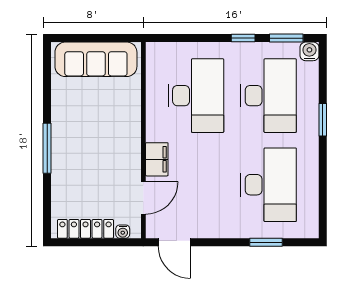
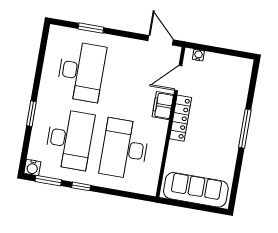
desk: (269, 96) -> (69, 139), turned 180
desk: (269, 185) -> (81, 71), turned 180
locker: (86, 229) -> (181, 118), moved, turned -90

